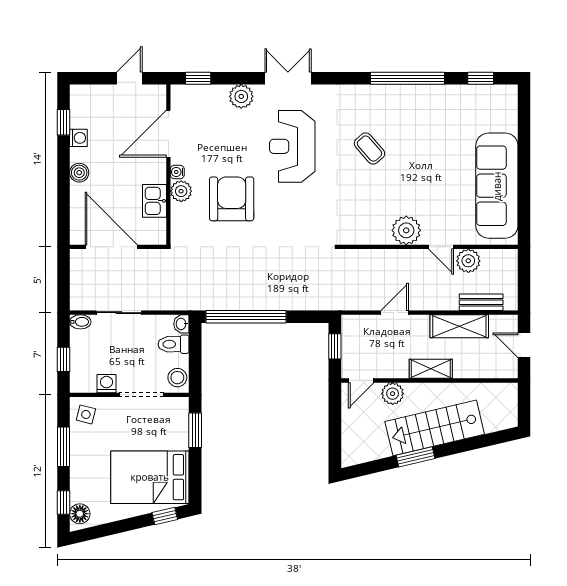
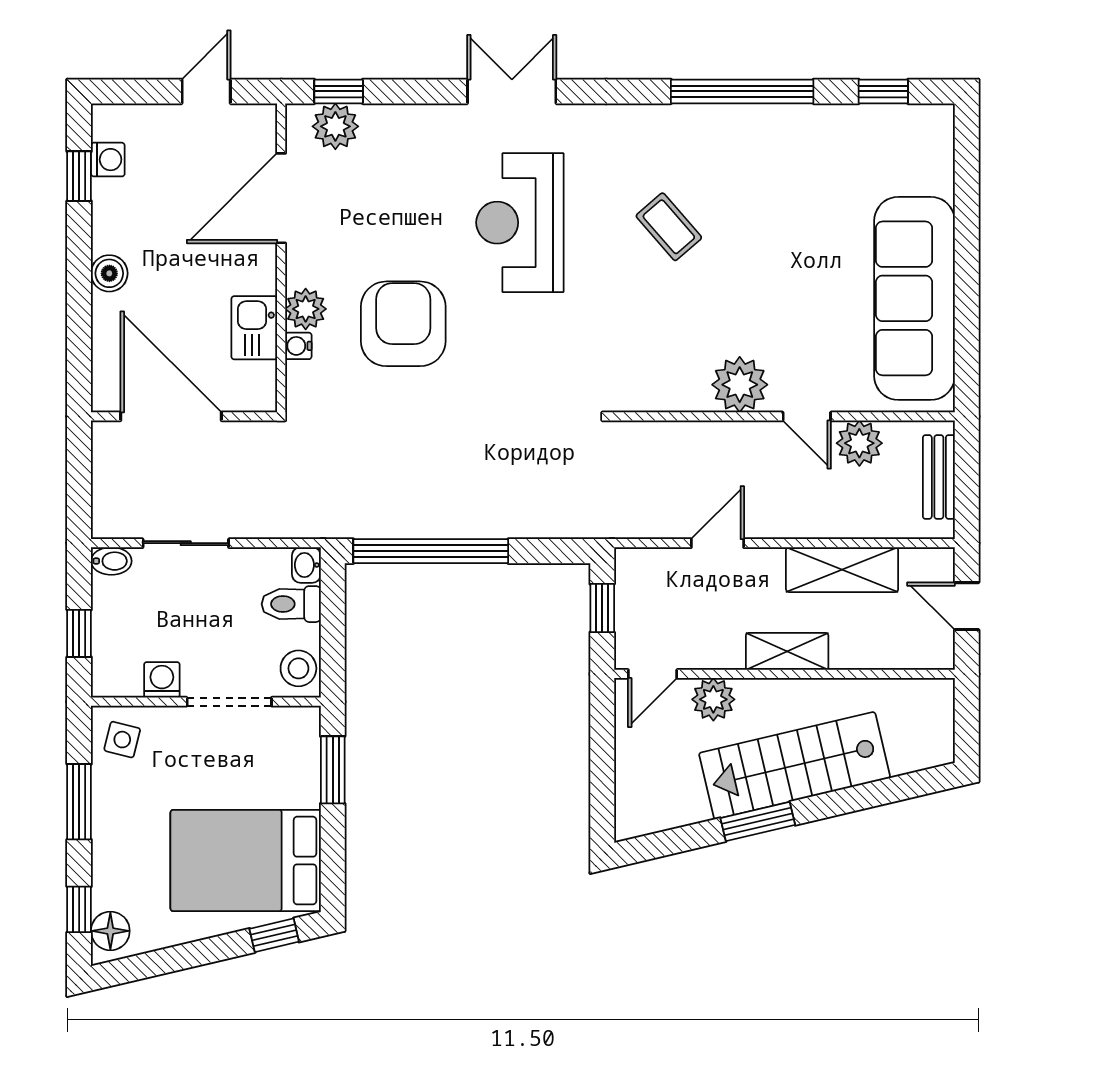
plant: (241, 96) -> (335, 126), moved
washing machine: (78, 138) -> (108, 160), moved
water cooler: (177, 172) -> (298, 346), moved
bench: (481, 302) -> (939, 477), moved, turned 90

